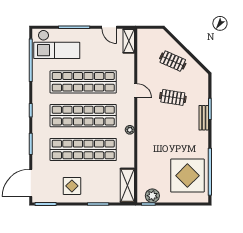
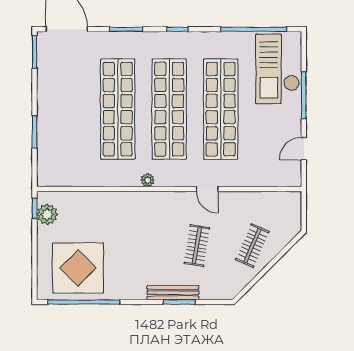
shelving: (129, 41) -> (283, 178), removed
door: (136, 91) -> (207, 189), hinge flipped
bench: (204, 118) -> (173, 293), width x1.36
shelving: (127, 185) -> (63, 176), removed
display table: (72, 186) -> (62, 92), removed

